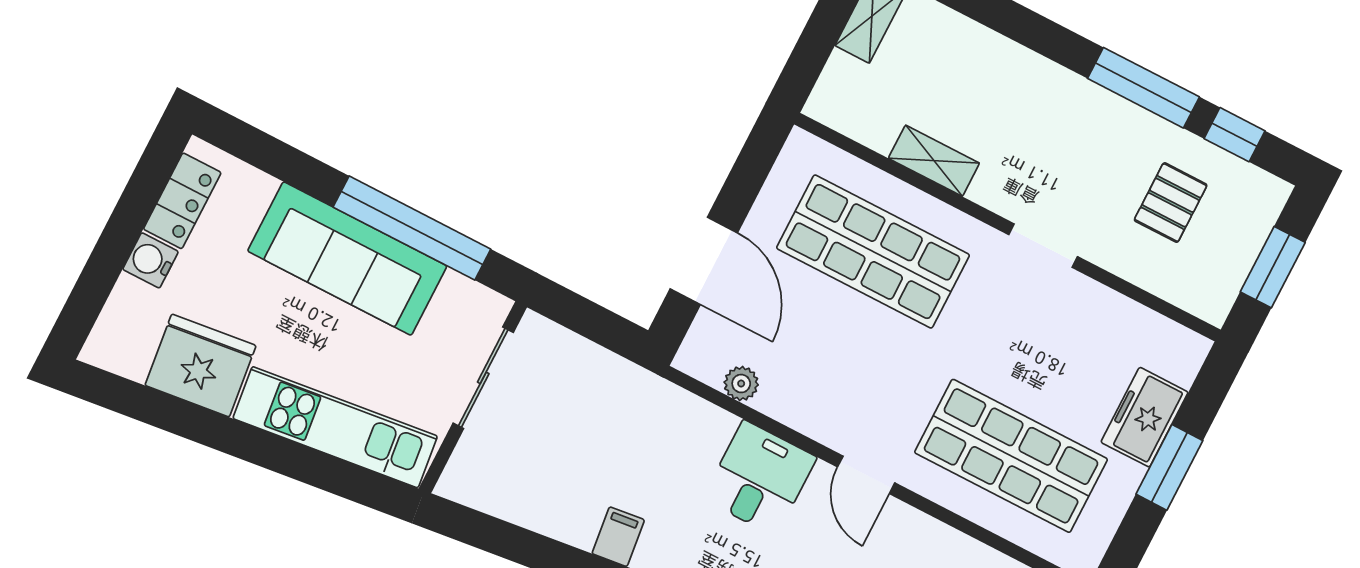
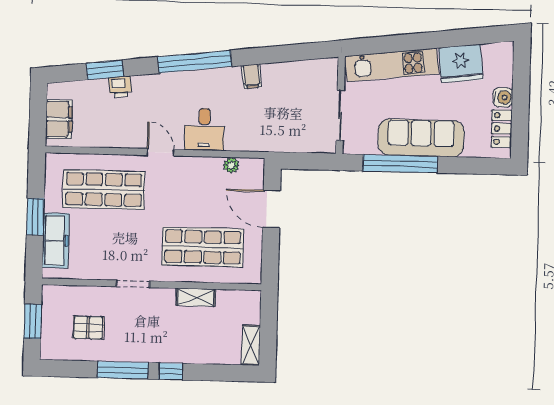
window: (1234, 135) -> (171, 371), moved
pallet: (1171, 203) -> (88, 328), turned 90
freezer: (1145, 417) -> (56, 241), width x1.40

